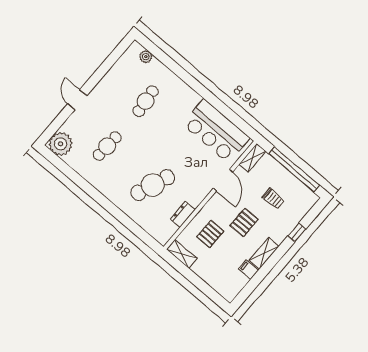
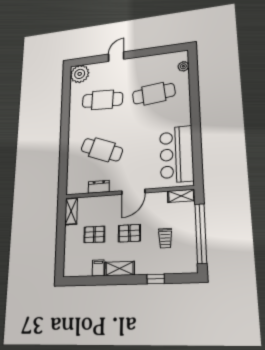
cafe table: (146, 101) -> (154, 94), width x1.37, depth x1.35
cafe table: (107, 146) -> (103, 100), width x1.37, depth x1.35
door: (223, 180) -> (133, 192), moved
pallet: (210, 234) -> (94, 234), moved

